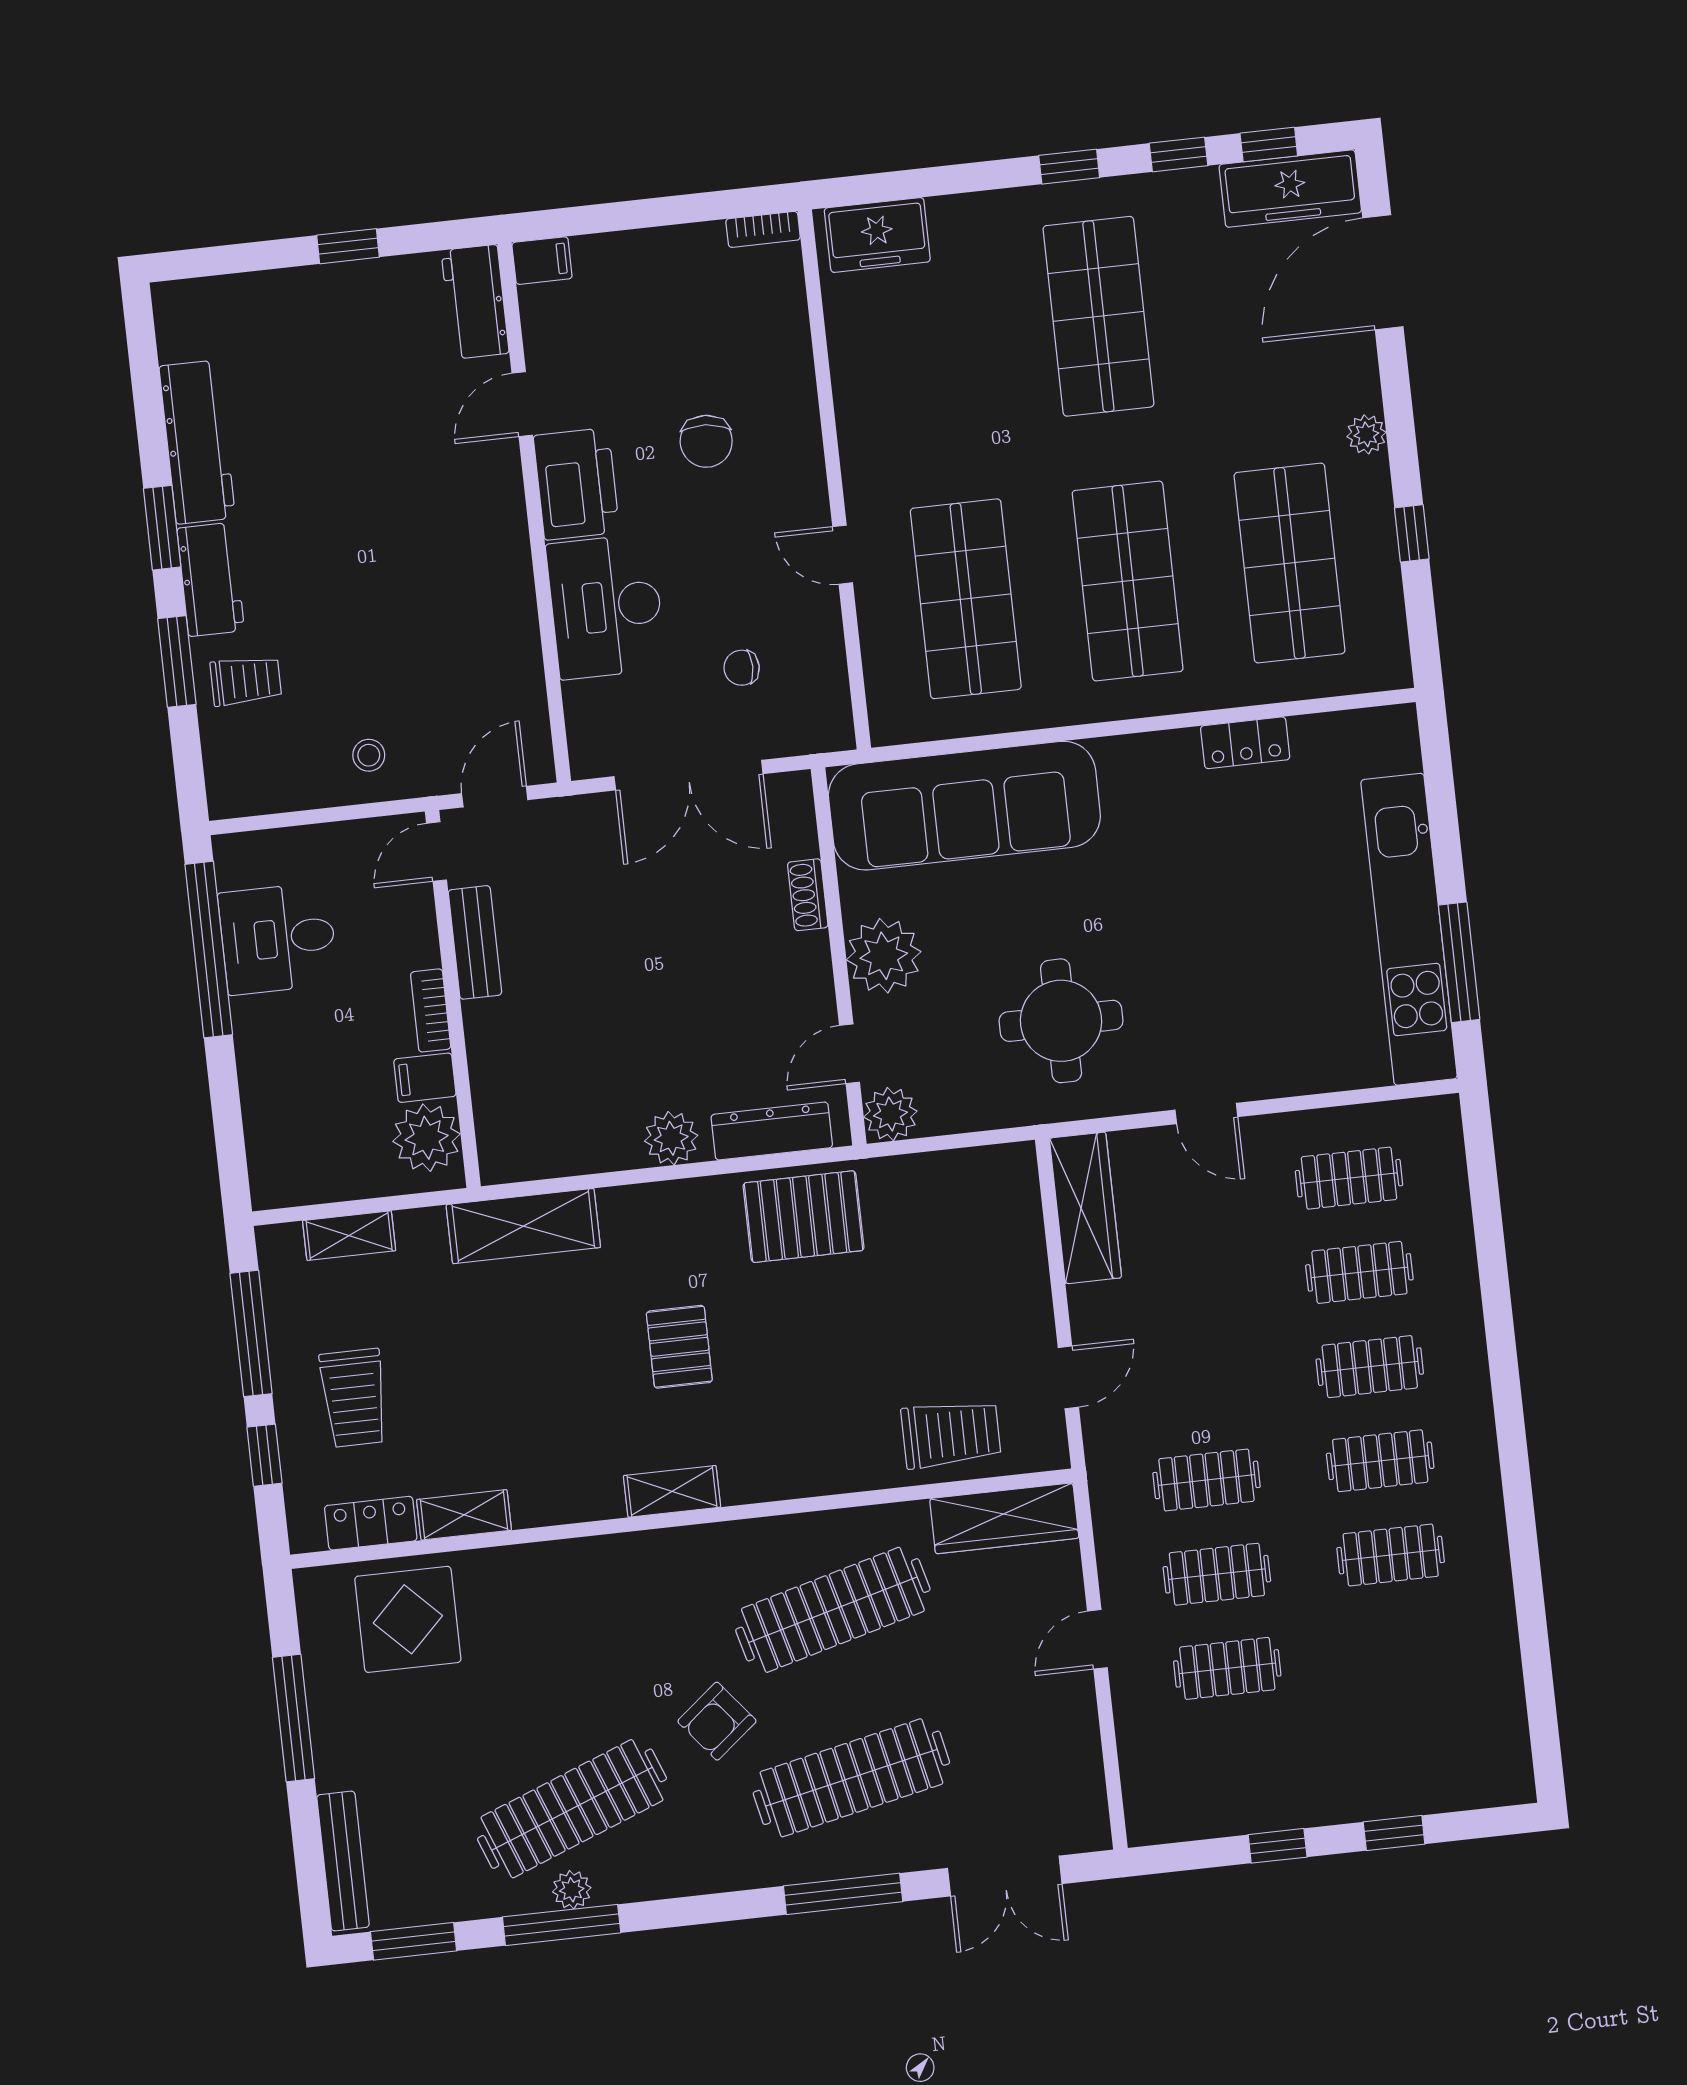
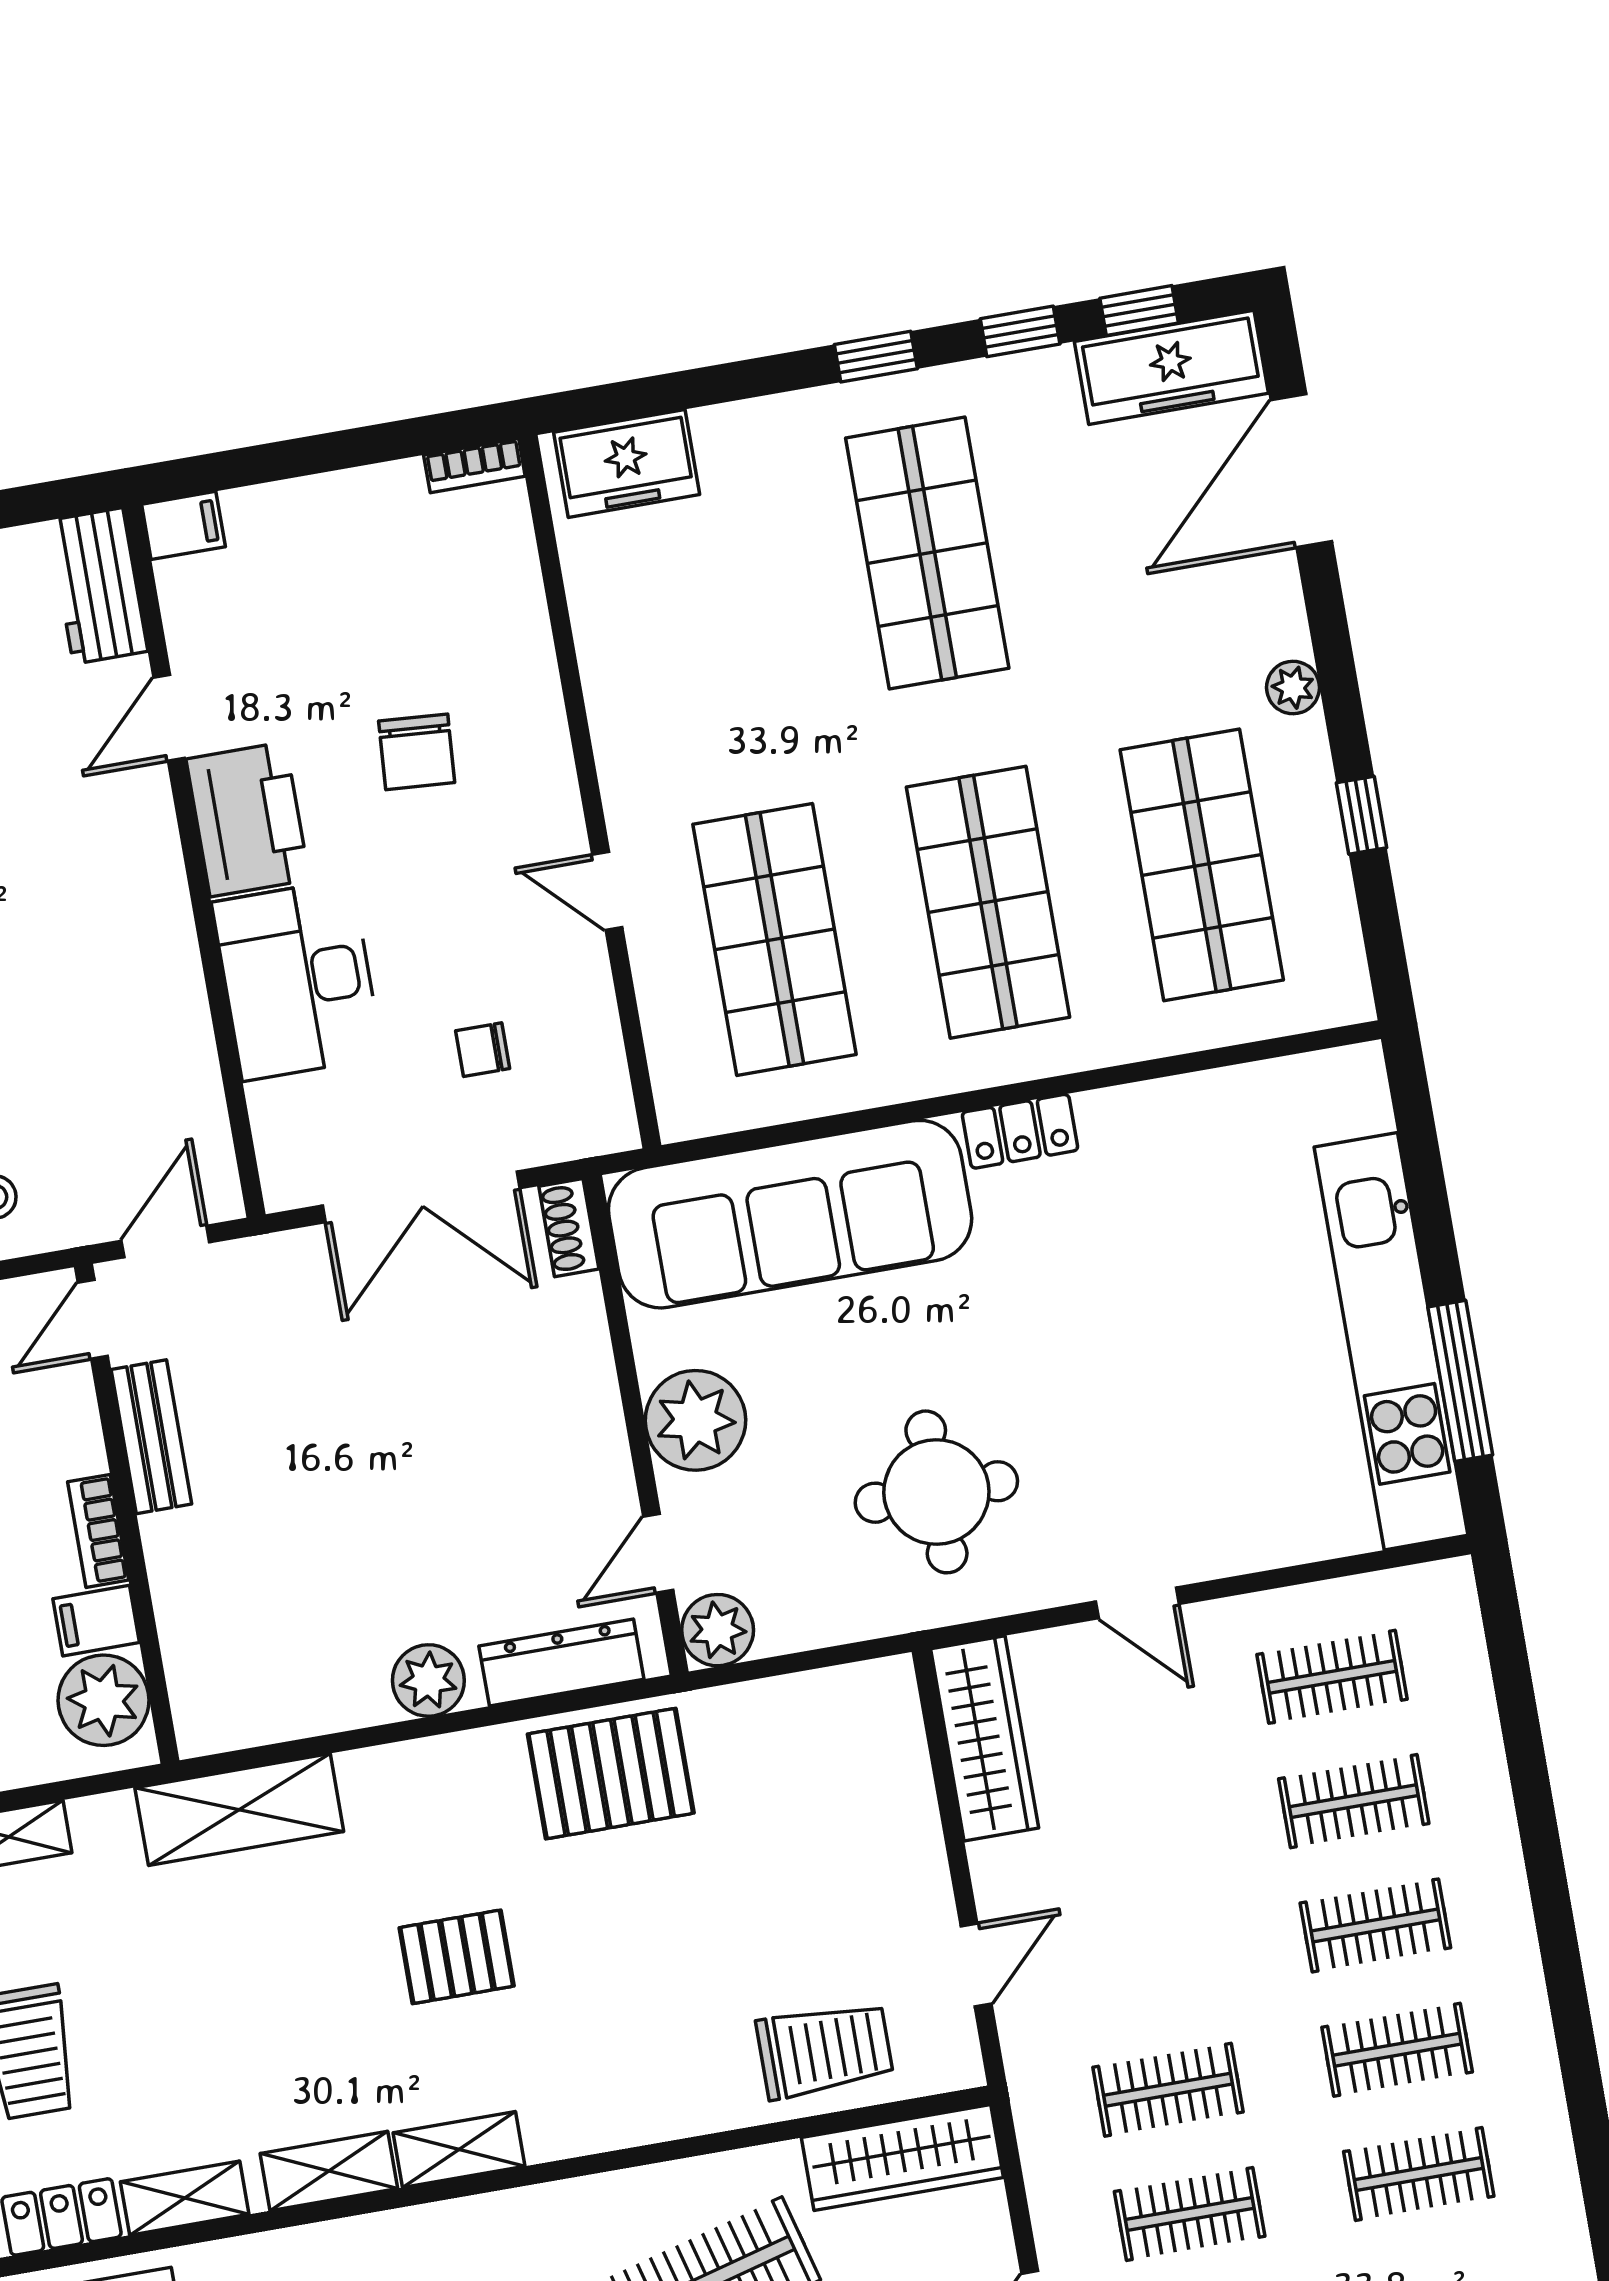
locker: (1245, 743) -> (1020, 1131), moved
shoe rack: (808, 895) -> (569, 1228), moved
pallet: (679, 1347) -> (457, 1957), turned 90
shelving: (573, 1501) -> (329, 2171), added

